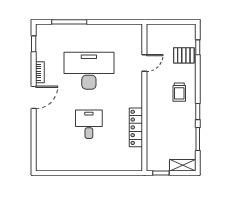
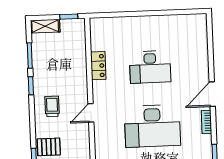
door: (144, 63) -> (91, 113), moved
desk: (89, 124) -> (150, 67), width x1.37
locker: (136, 127) -> (98, 66), width x0.66

